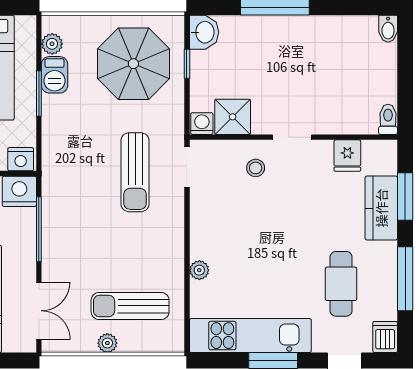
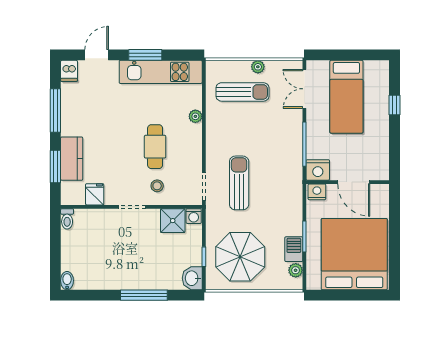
cafe table: (341, 284) -> (155, 147), moved

